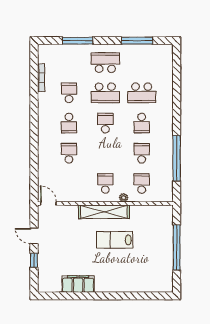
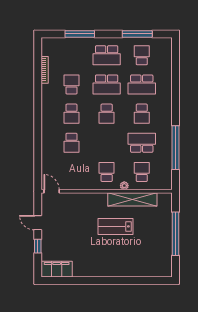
school desk: (105, 63) -> (107, 55), turned 180
school desk: (142, 63) -> (142, 55), added
school desk: (105, 123) -> (107, 114), turned 180
school desk: (69, 153) -> (71, 143), turned 180
school desk: (142, 153) -> (142, 143), width x1.85
shelving: (104, 212) -> (132, 199), moved
filing cabinet: (78, 284) -> (57, 269), moved

